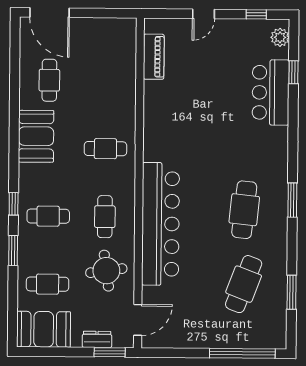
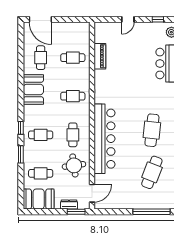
piano: (154, 57) -> (100, 56), moved
cafe table: (106, 81) -> (73, 58), added

